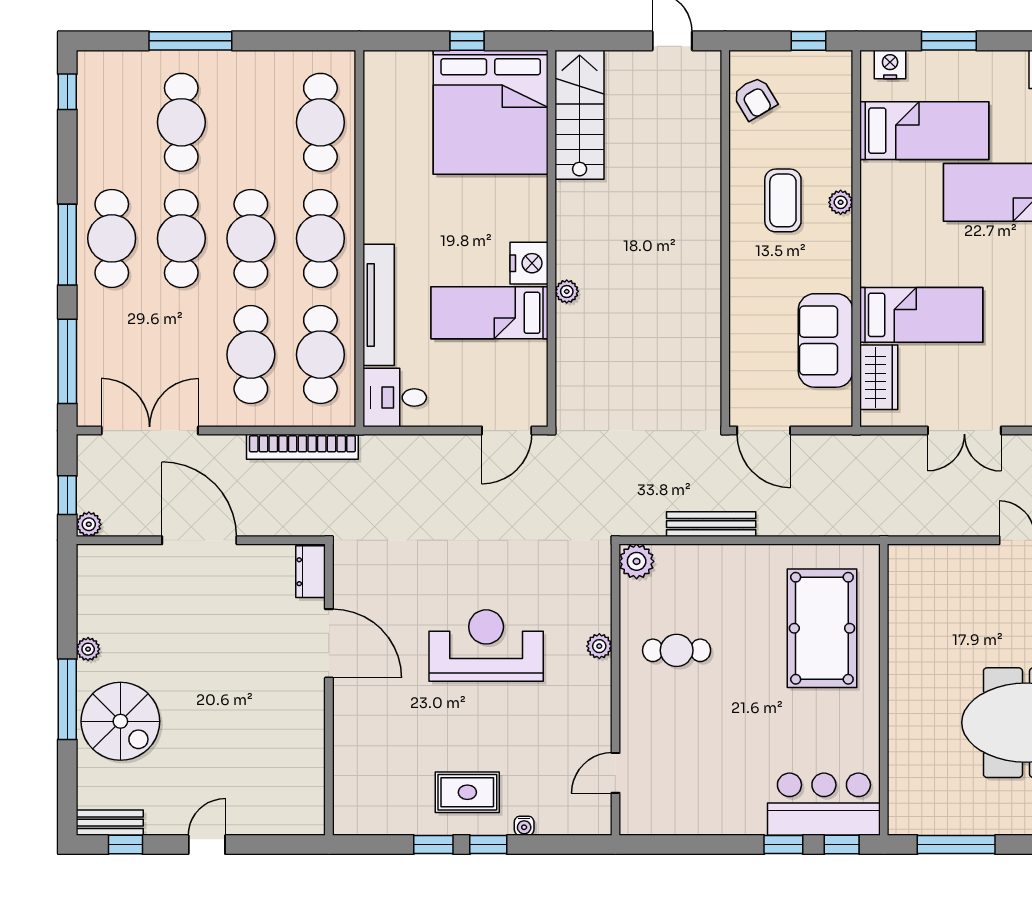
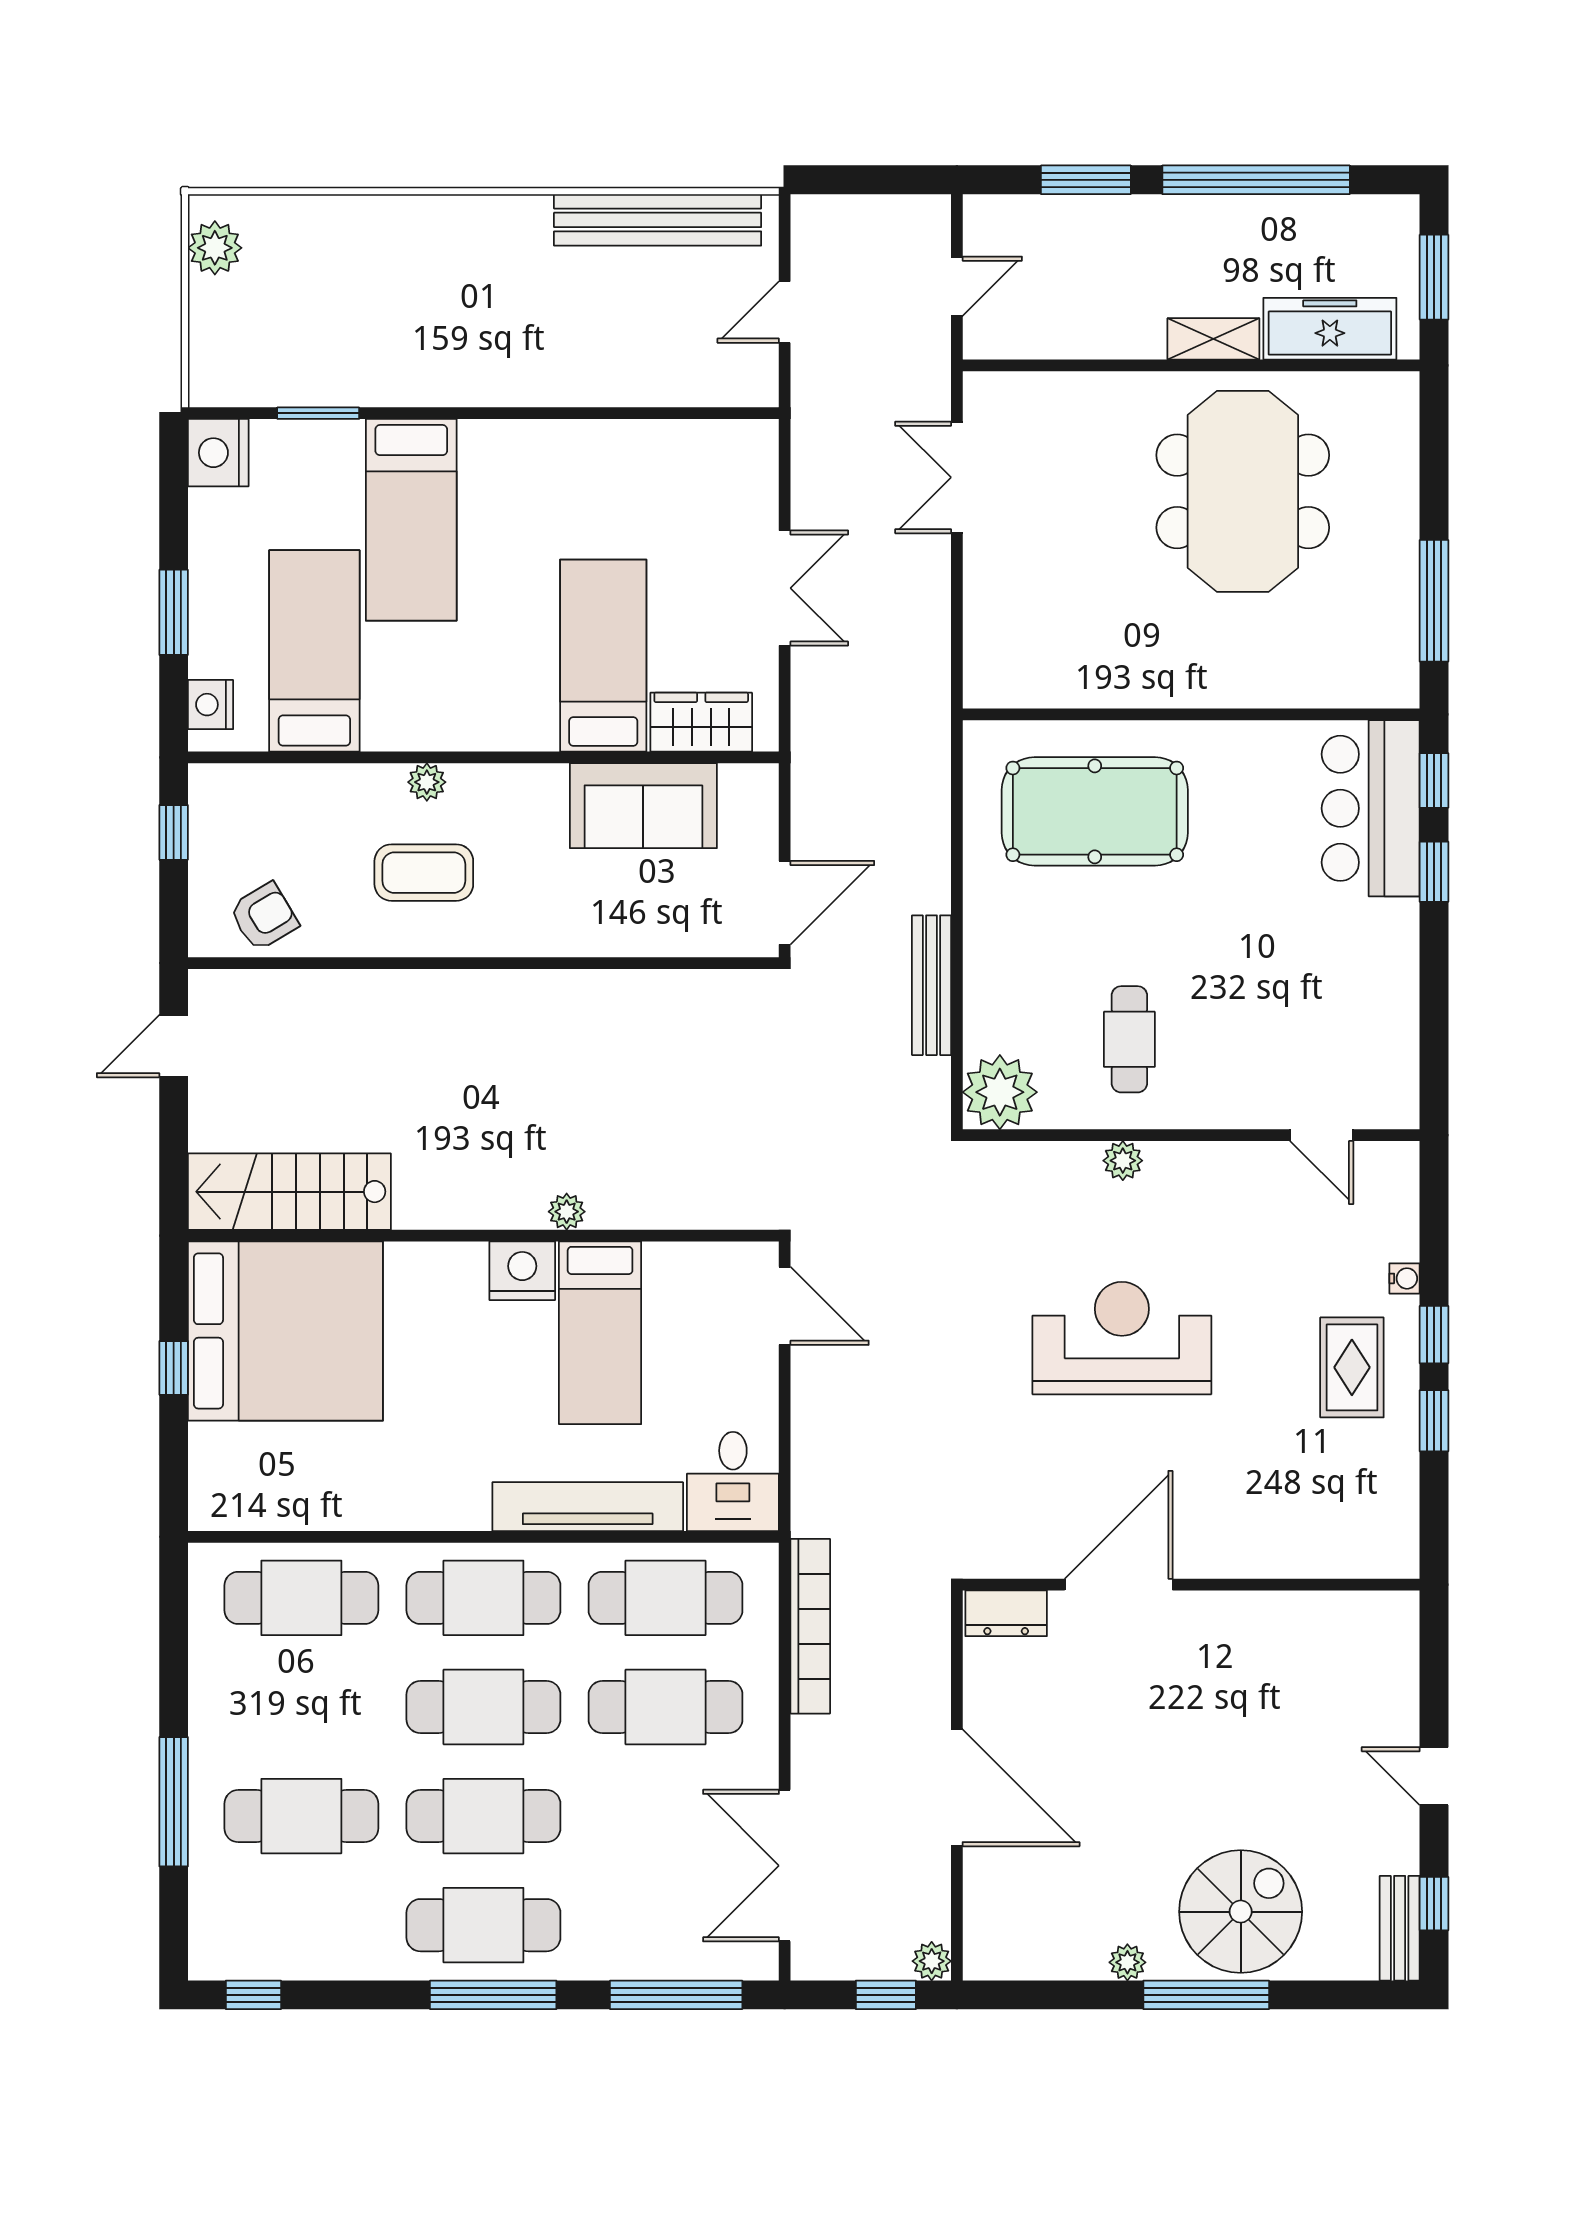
door: (199, 540) -> (957, 1788), swing flipped
plant: (637, 561) -> (1000, 1092), width x1.36, depth x1.36
reception desk: (486, 646) -> (1122, 1338), turned 90

